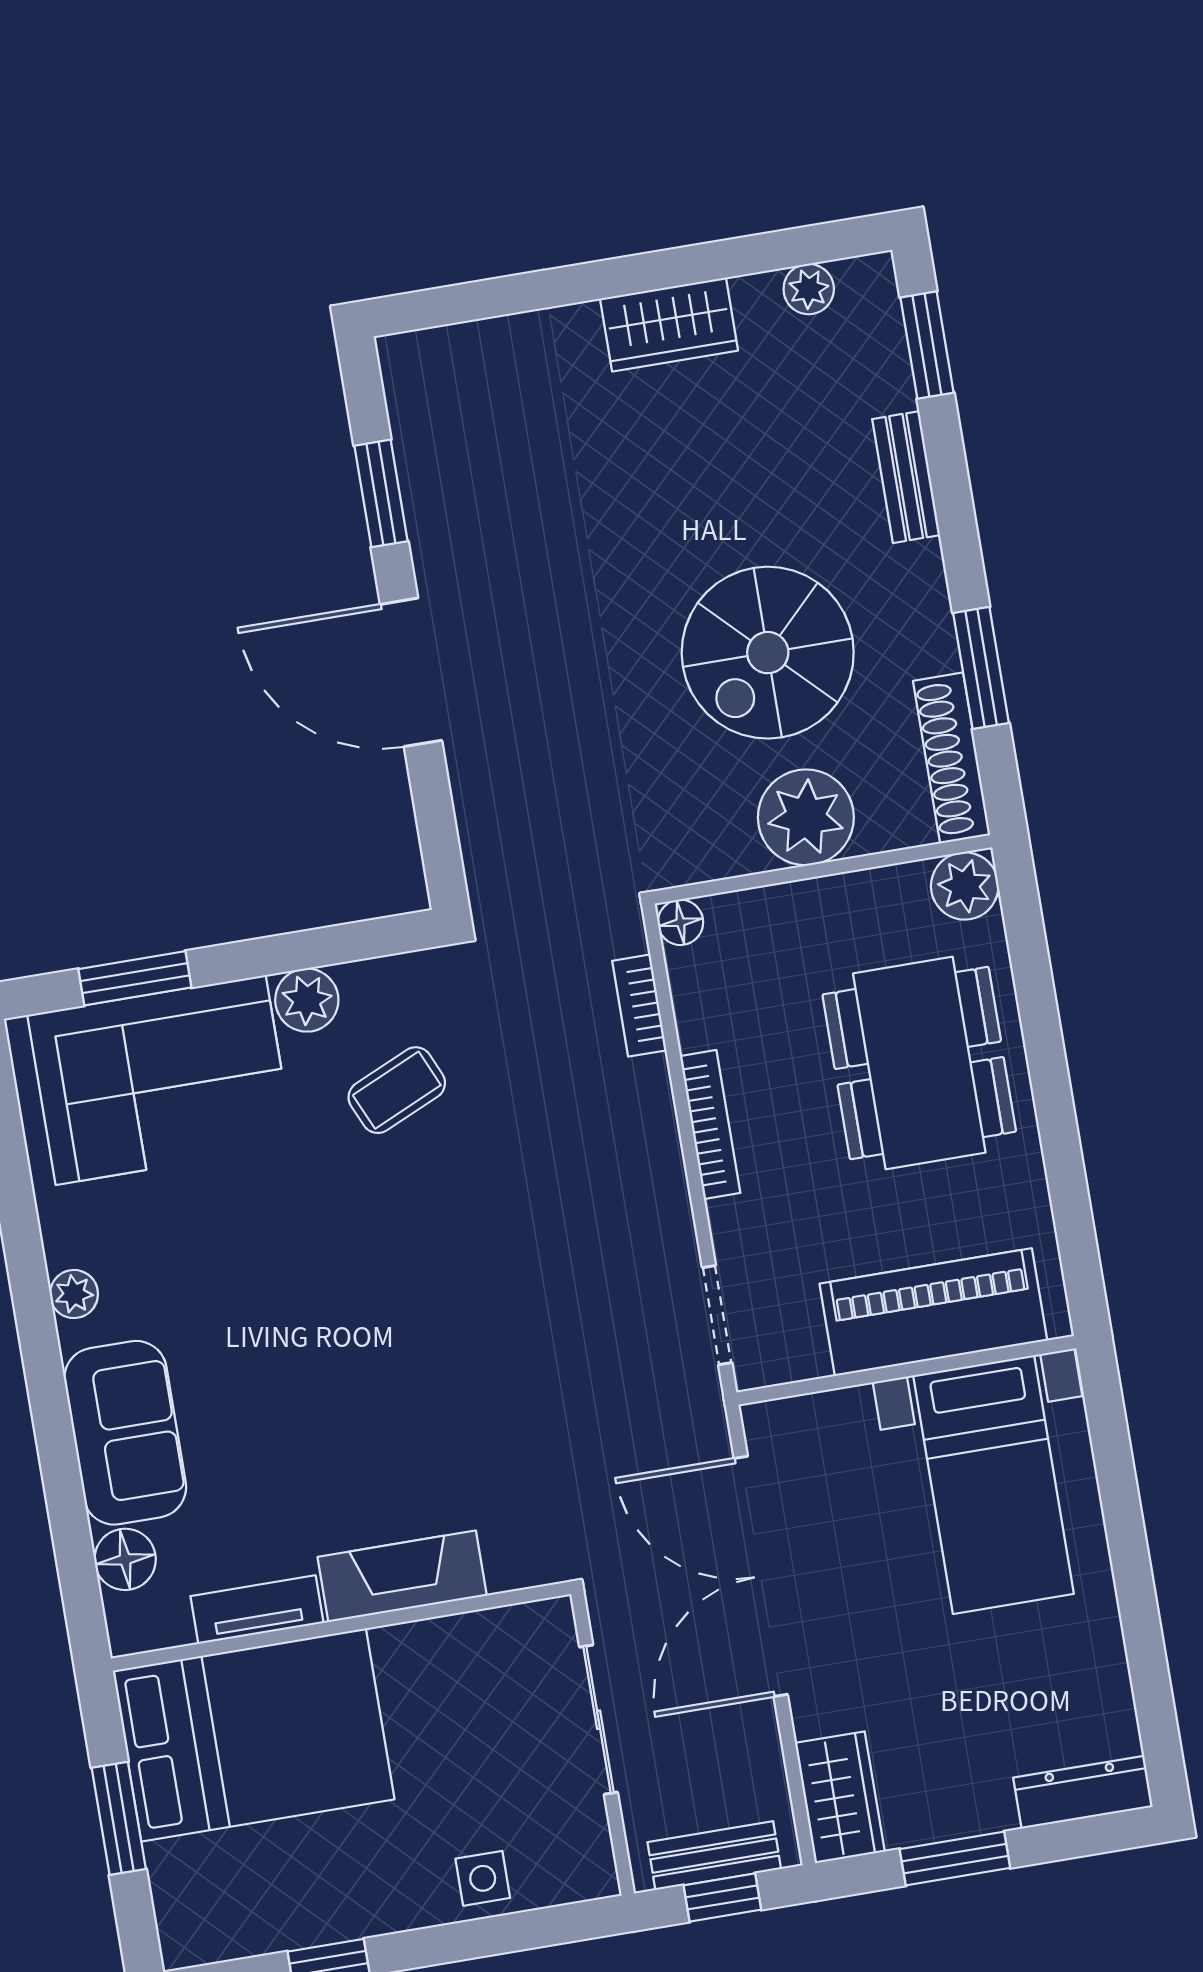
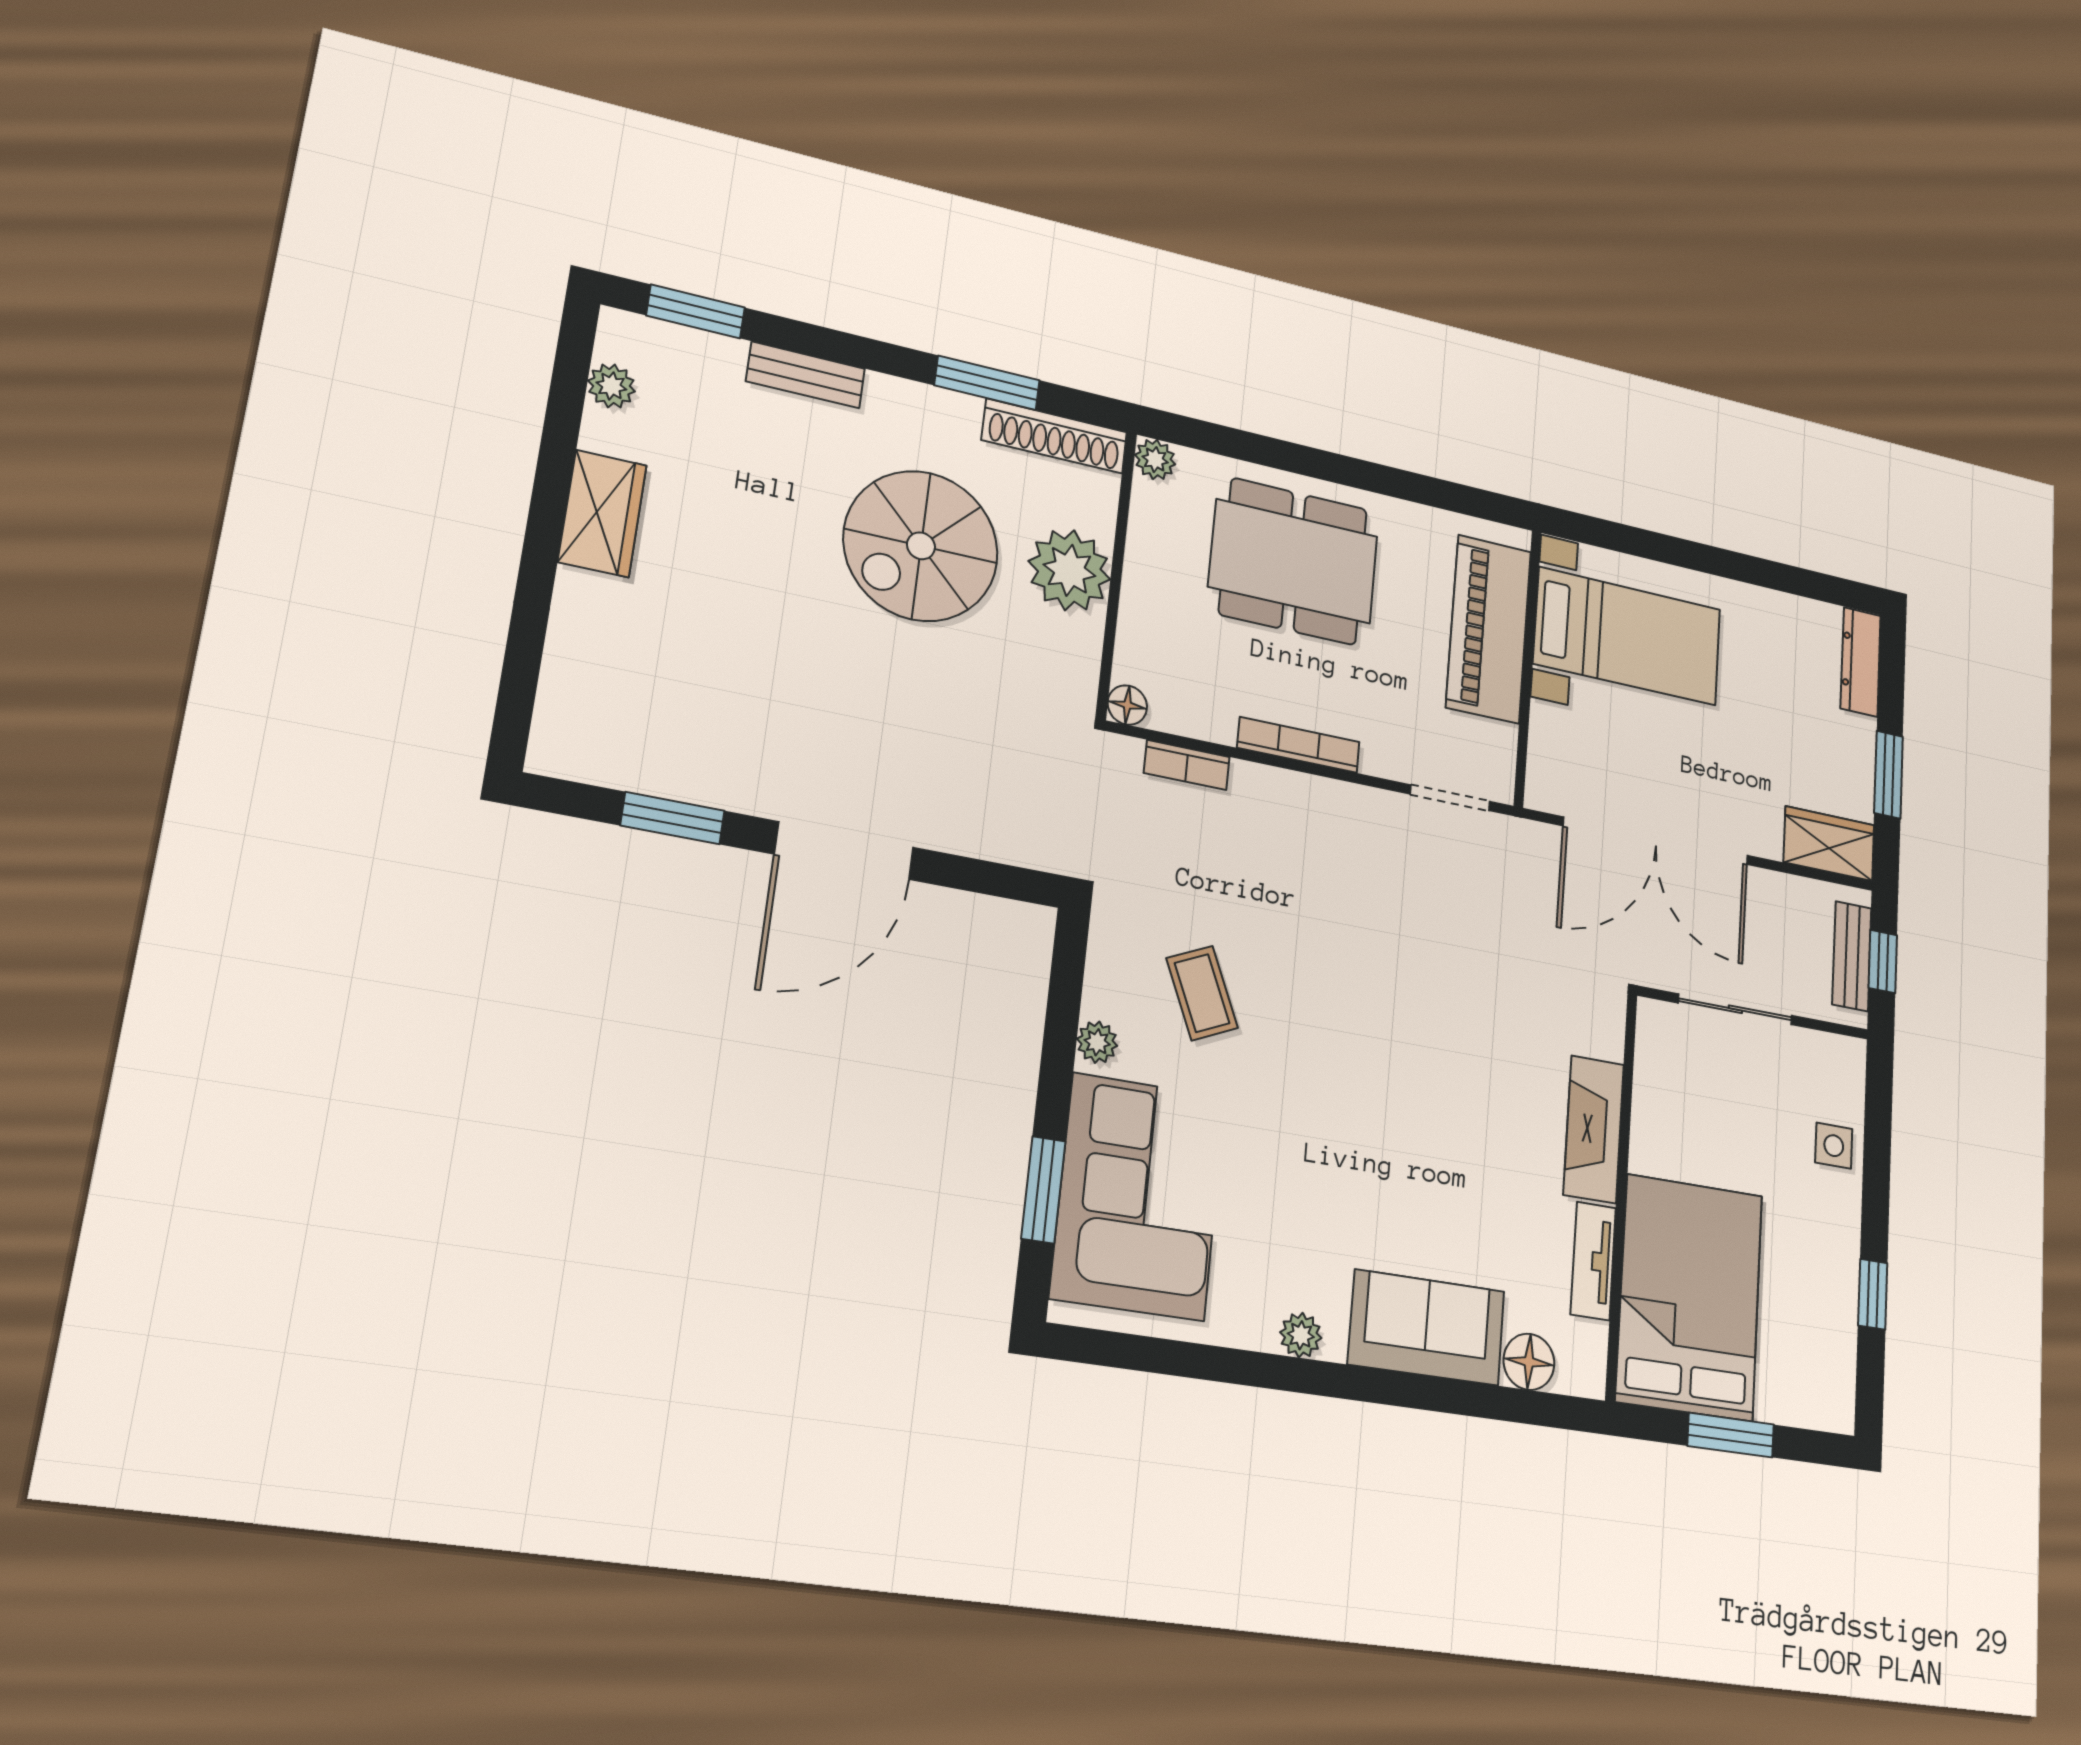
spiral stairs: (768, 653) -> (921, 546), turned 90
plant: (965, 886) -> (1155, 460), width x0.73, depth x0.73
plant: (307, 1000) -> (1097, 1042), width x0.73, depth x0.73

